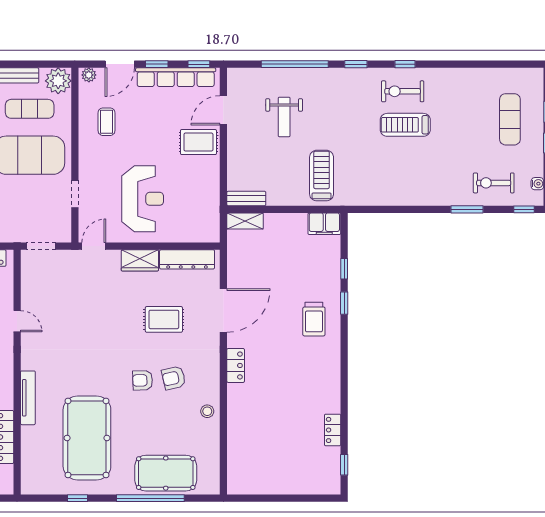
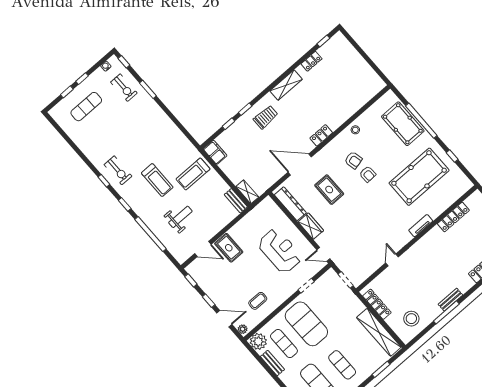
row of seats: (176, 77) -> (207, 286), removed
treadmill: (405, 125) -> (157, 180), moved
reception desk: (143, 199) -> (280, 251), turned 90
shelving: (331, 376) -> (286, 85), added
tv unit: (28, 398) -> (421, 226), width x0.71

